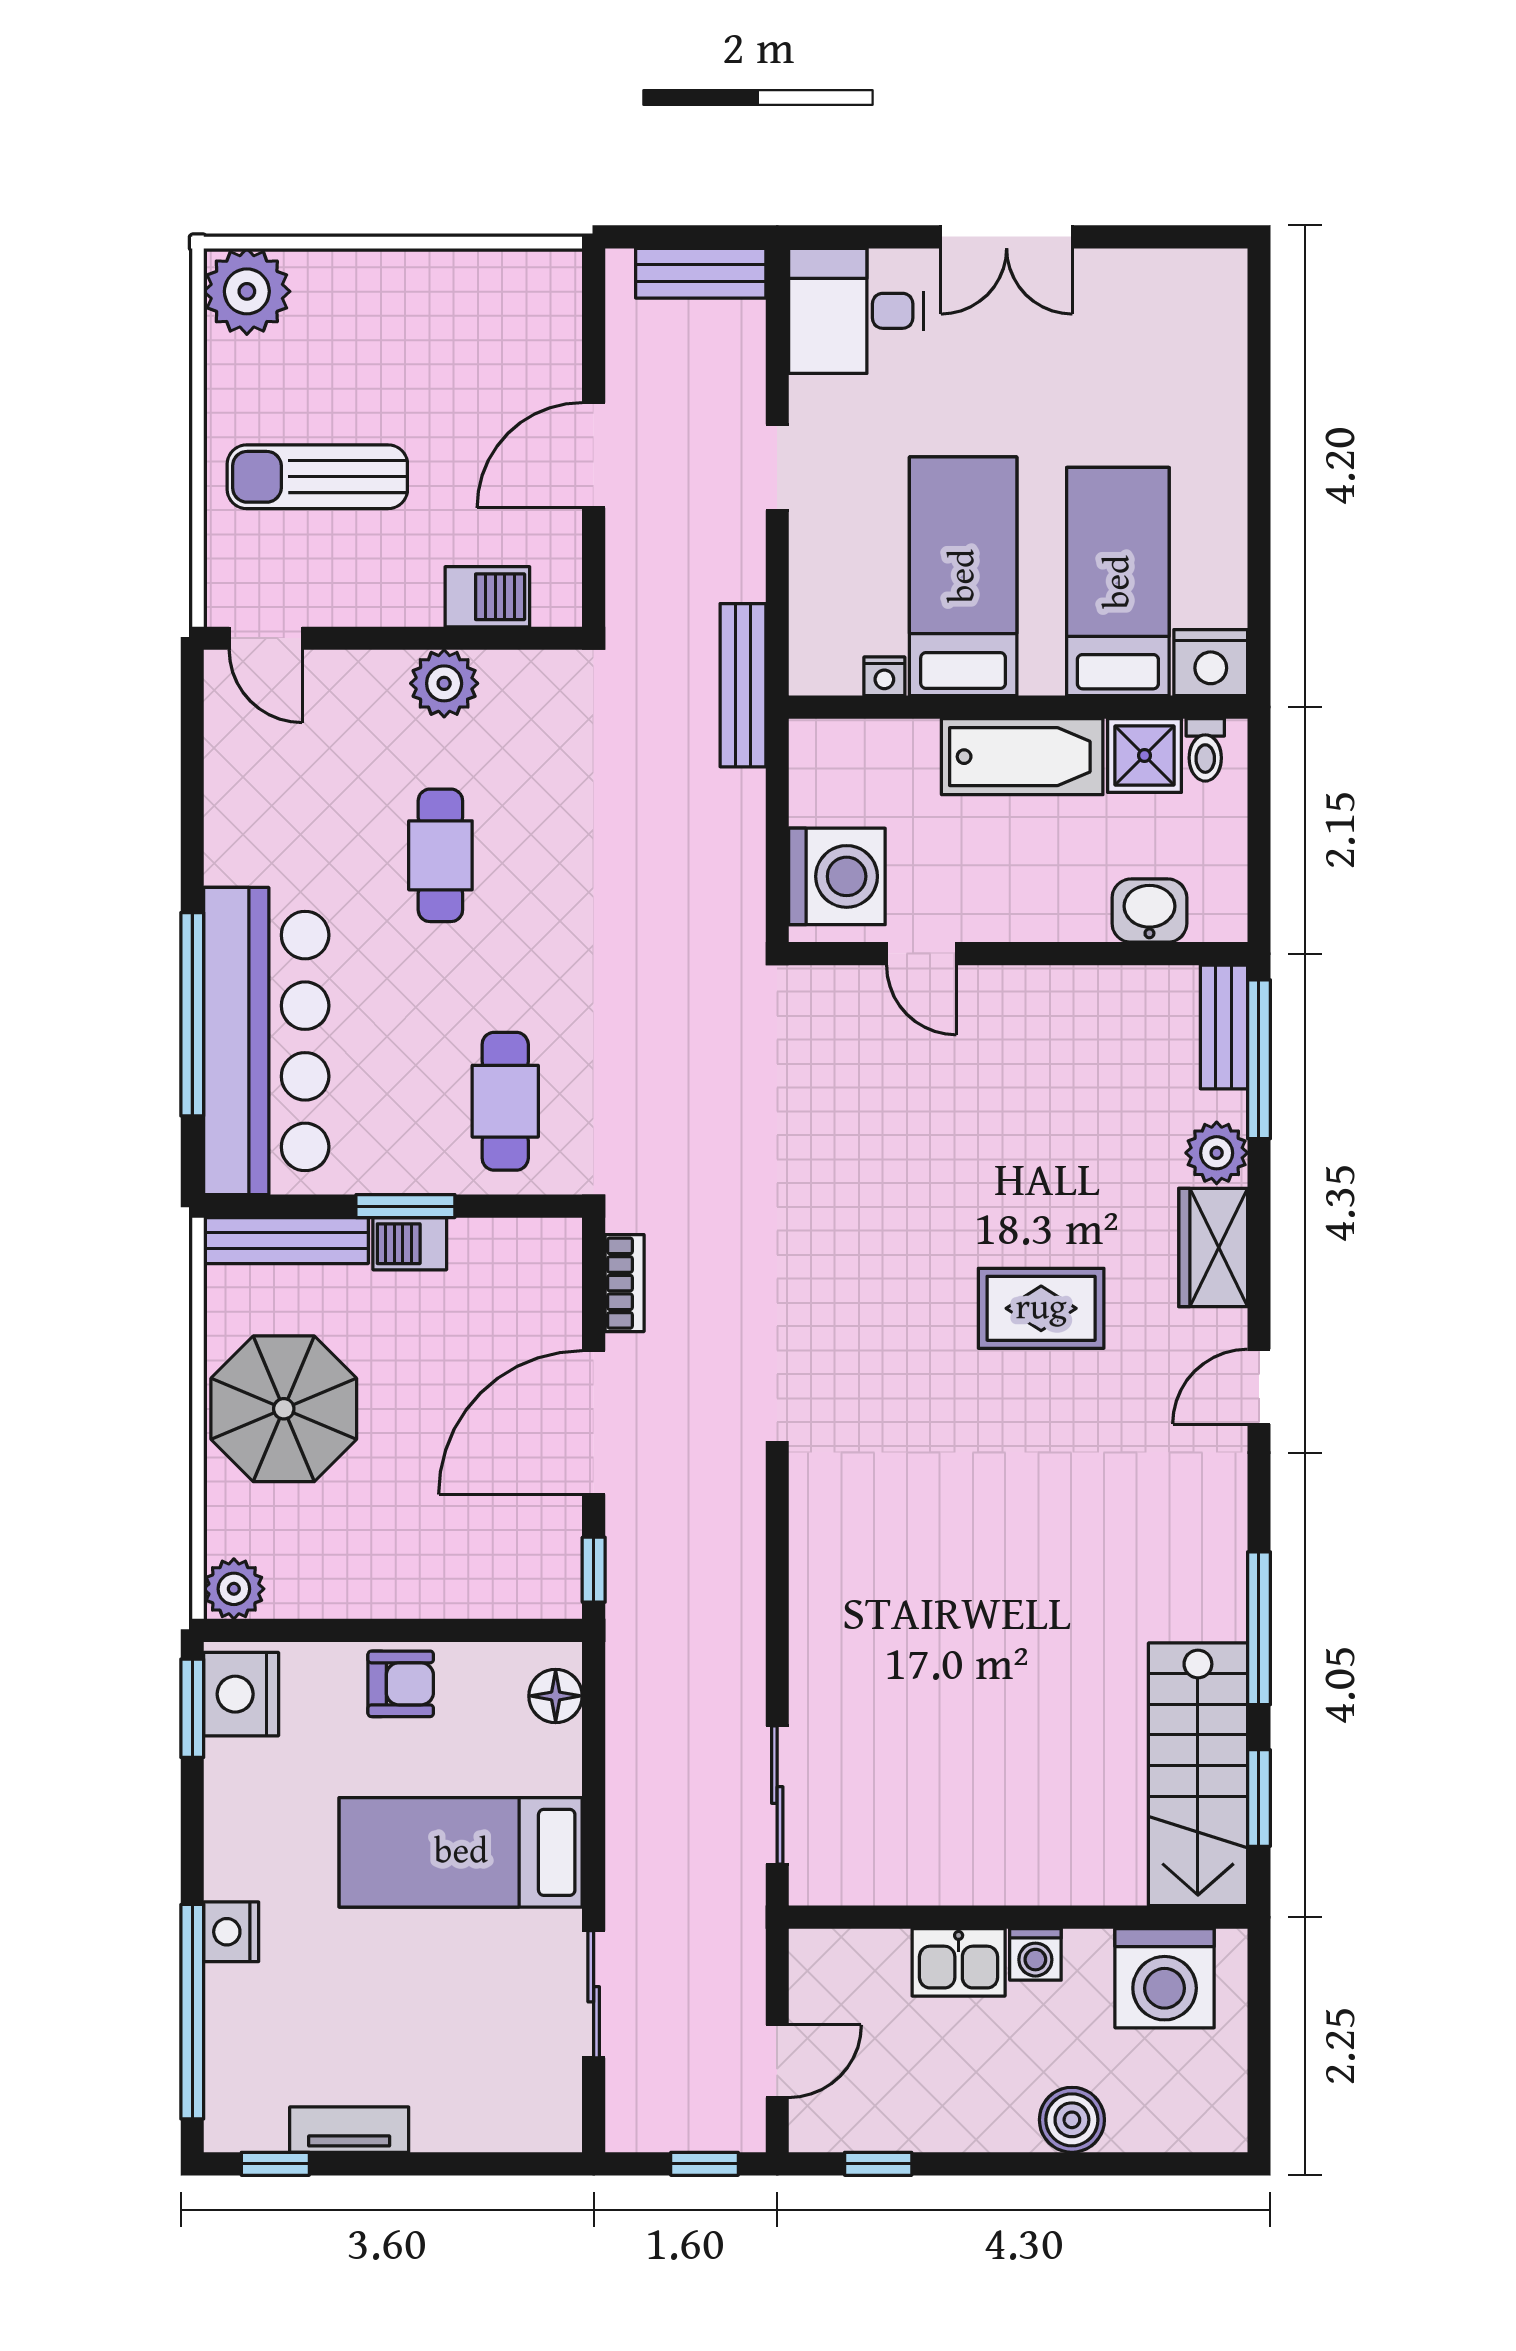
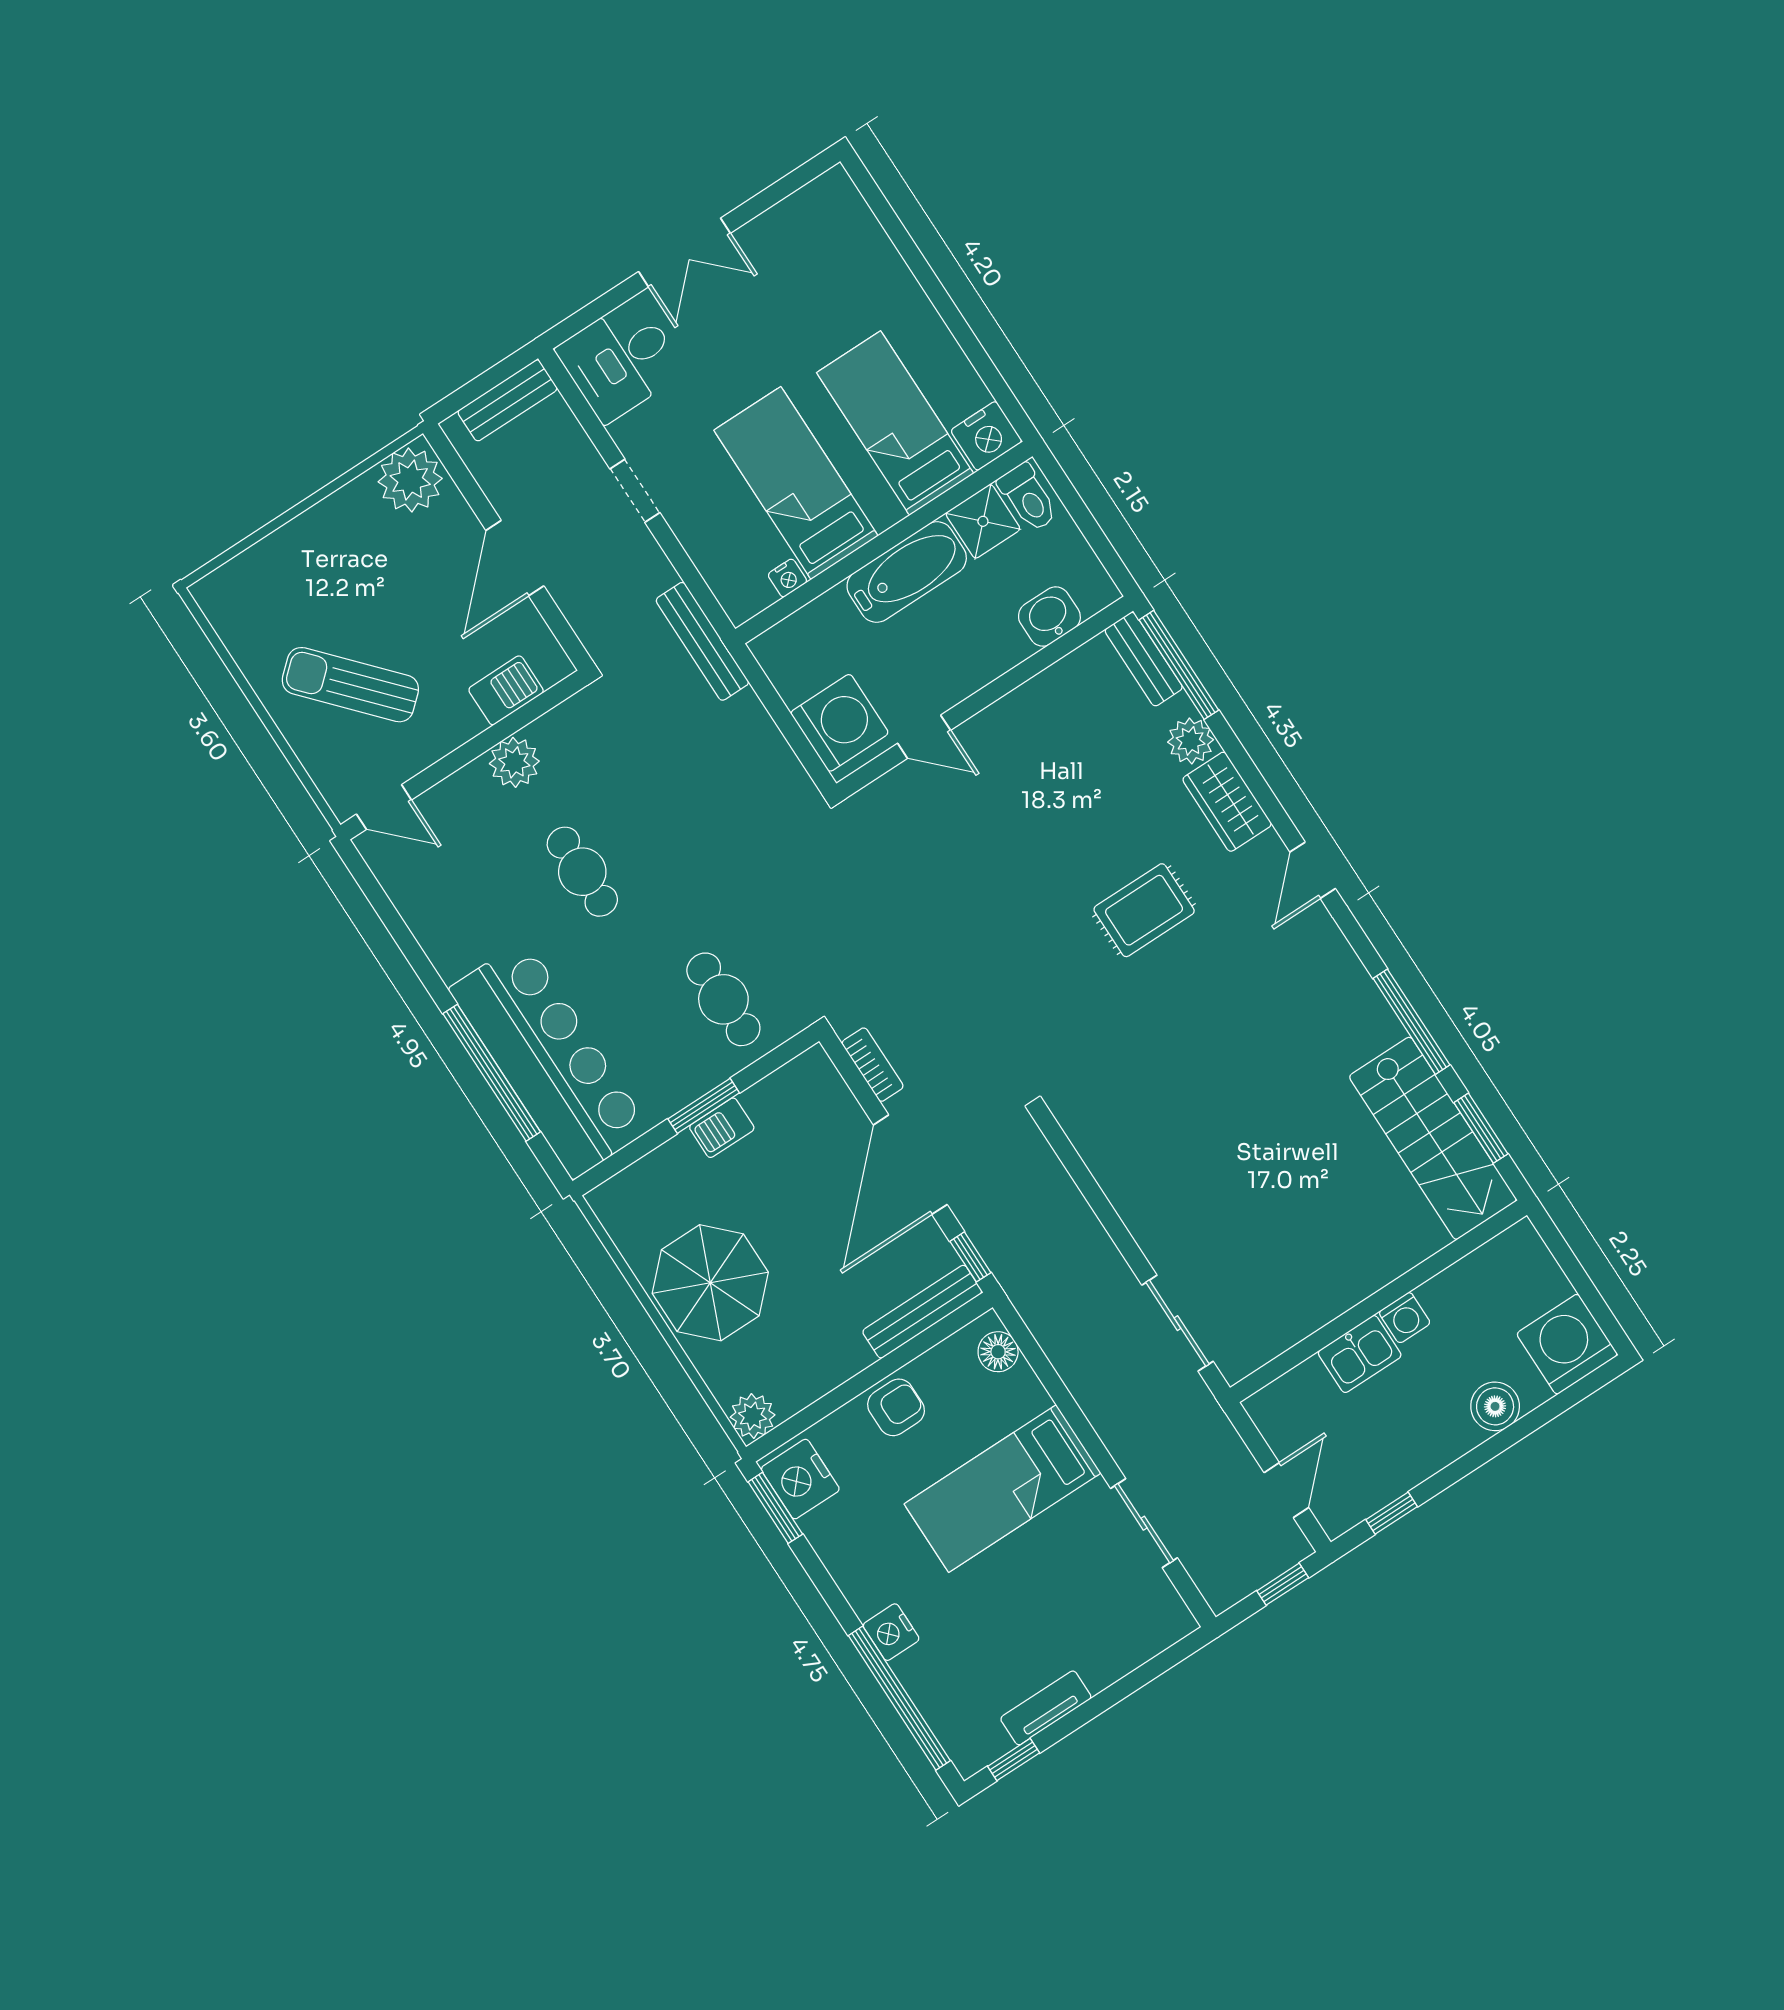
plant: (247, 291) -> (410, 480), moved
sun lounger: (317, 477) -> (350, 685), turned 48
toilet: (1205, 750) -> (1028, 498), width x1.37, depth x1.39
bench: (286, 1241) -> (922, 1312), moved
washing machine: (1165, 1978) -> (1567, 1344), moved, turned 180

